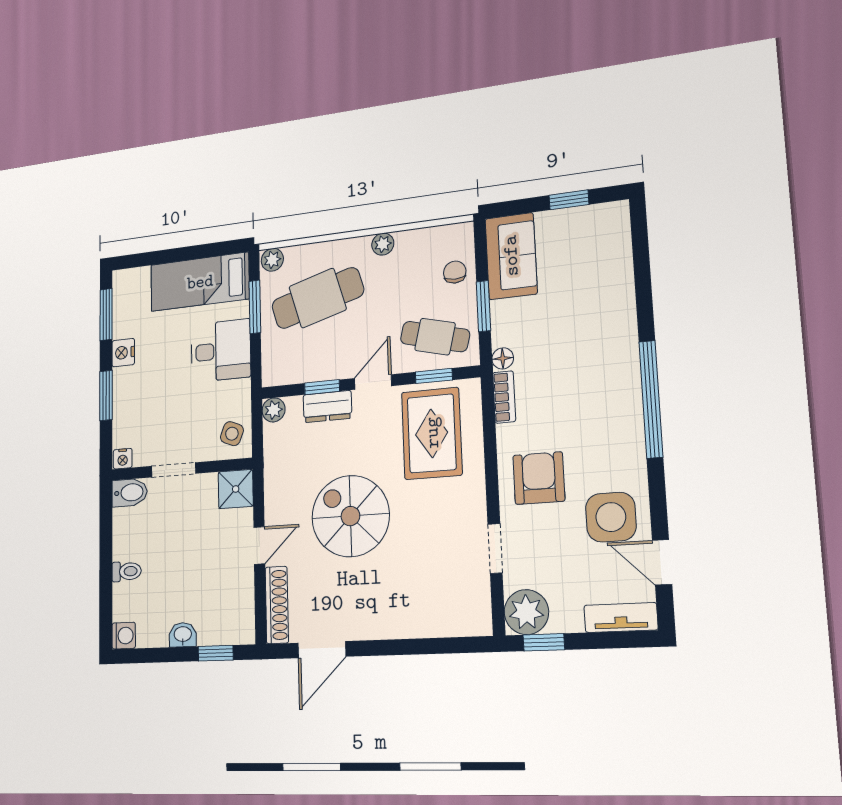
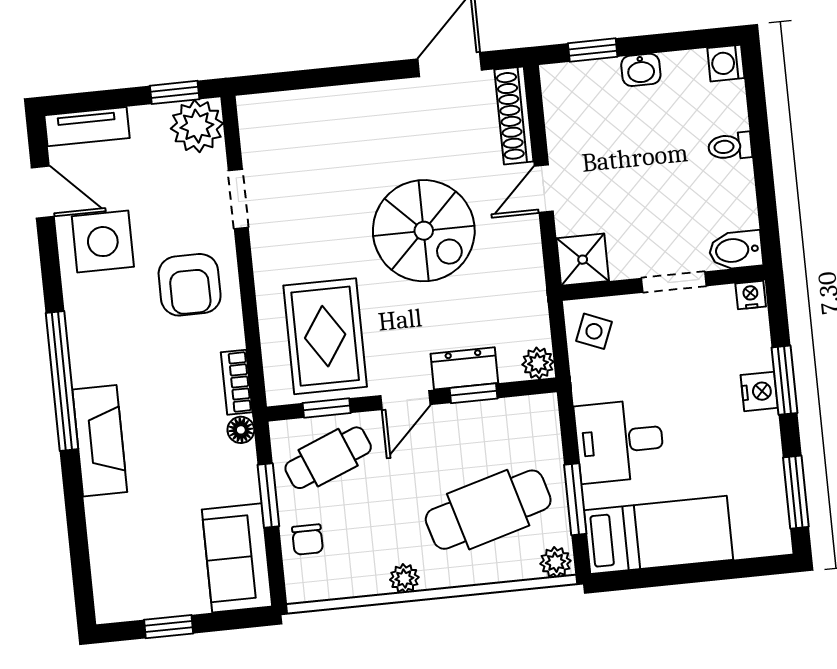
cafe table: (435, 337) -> (328, 458), turned -36
fireplace: (620, 349) -> (100, 441), added
nightstand: (123, 353) -> (759, 391), moved

